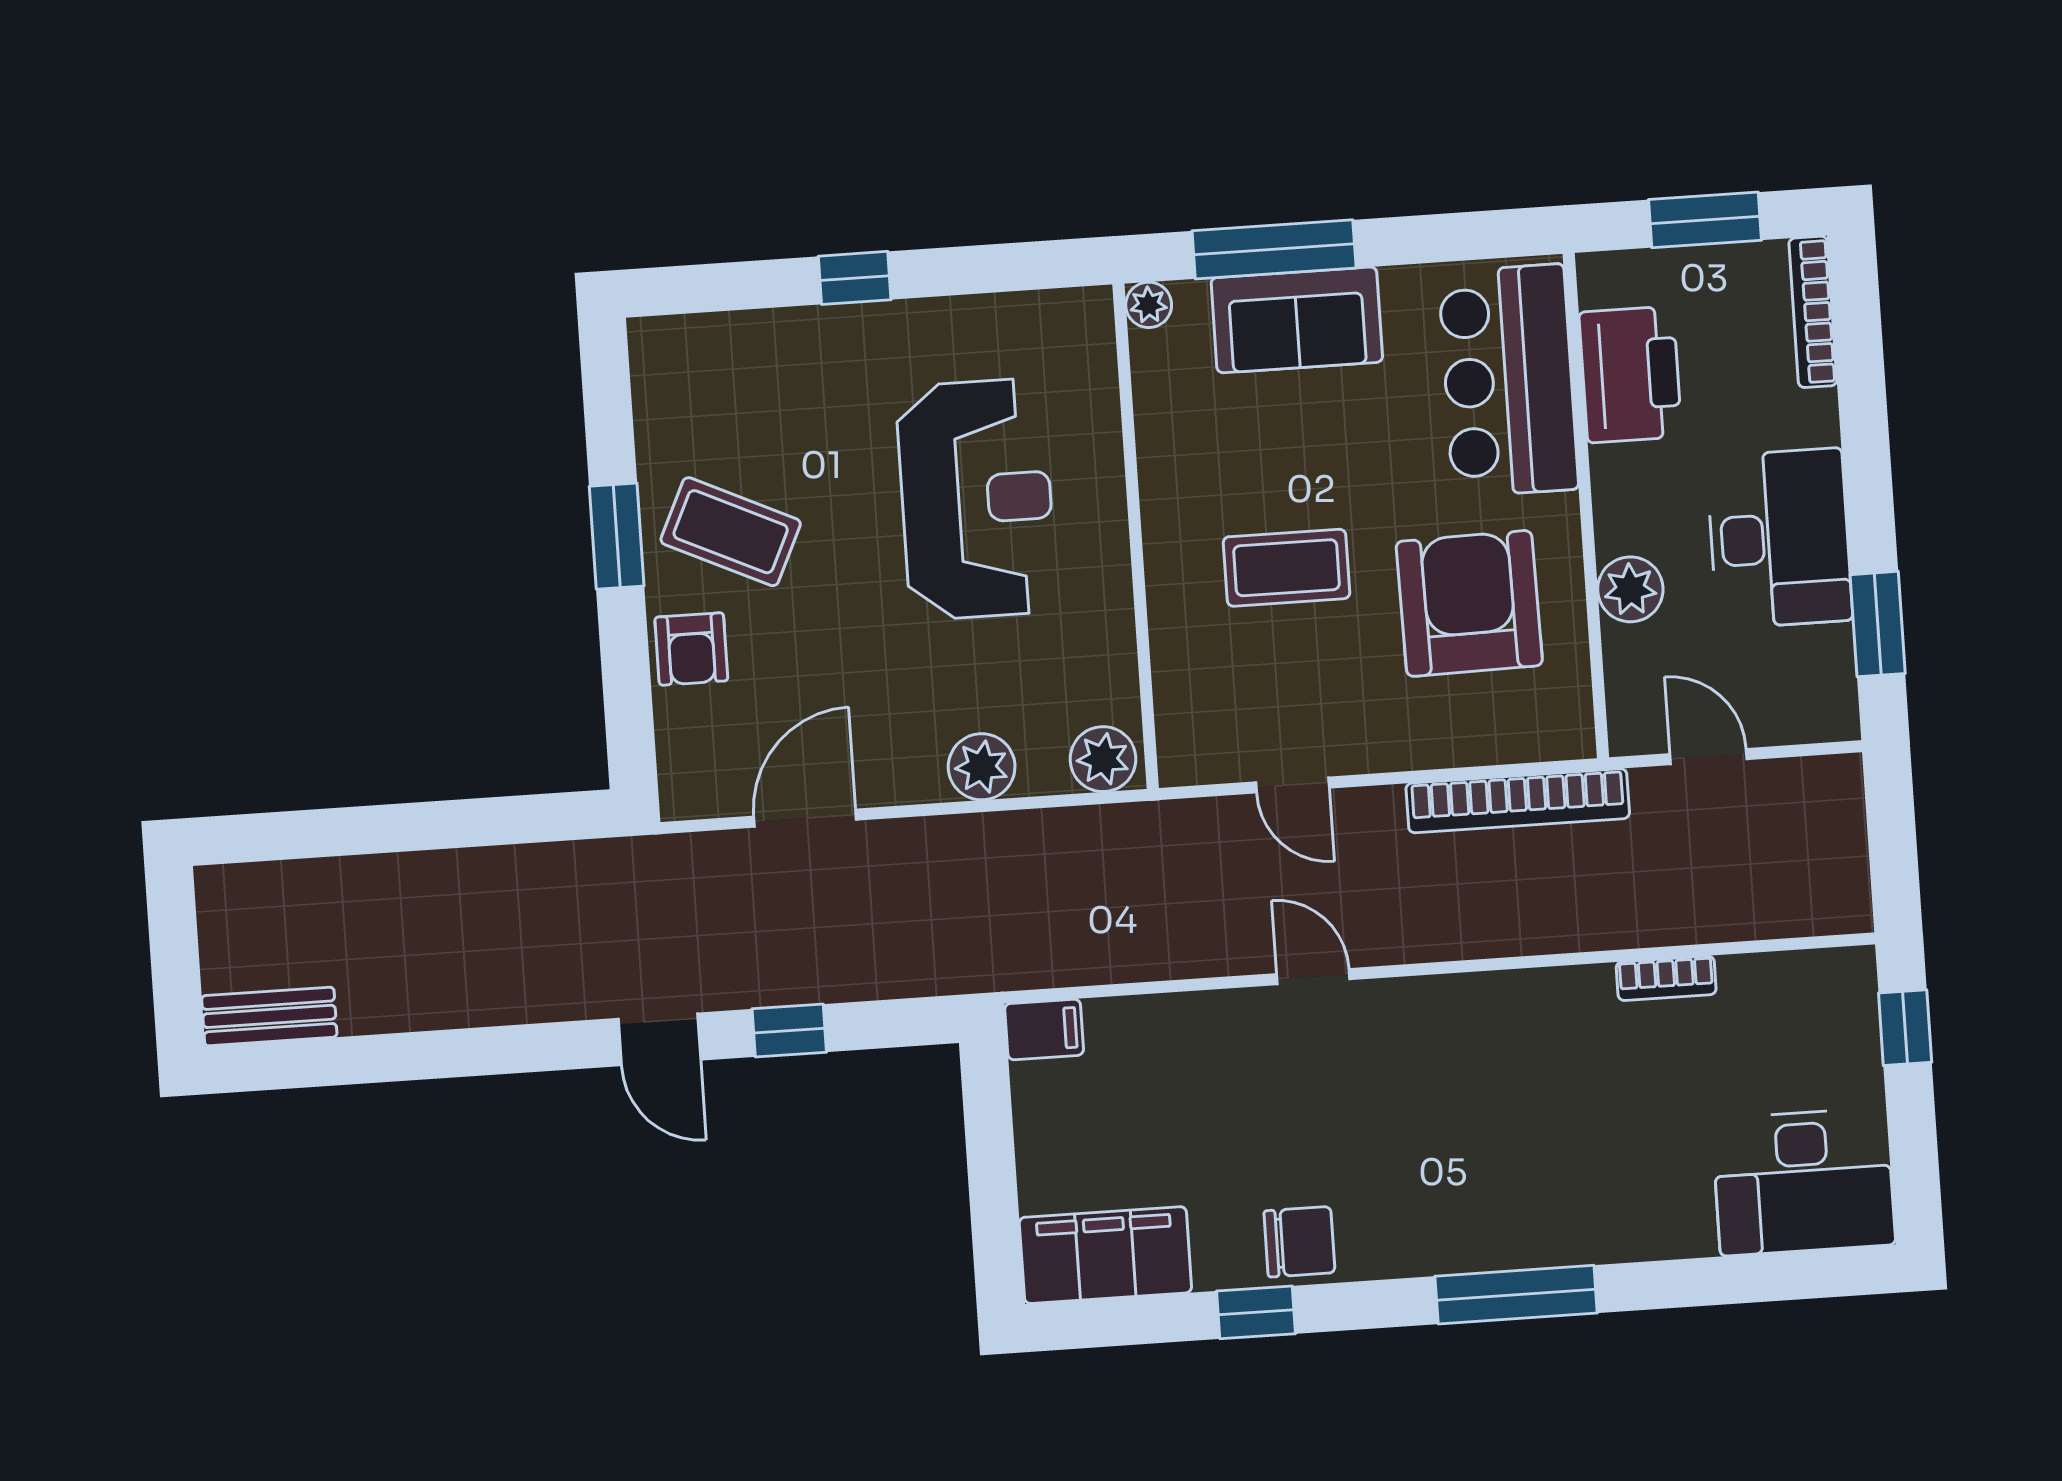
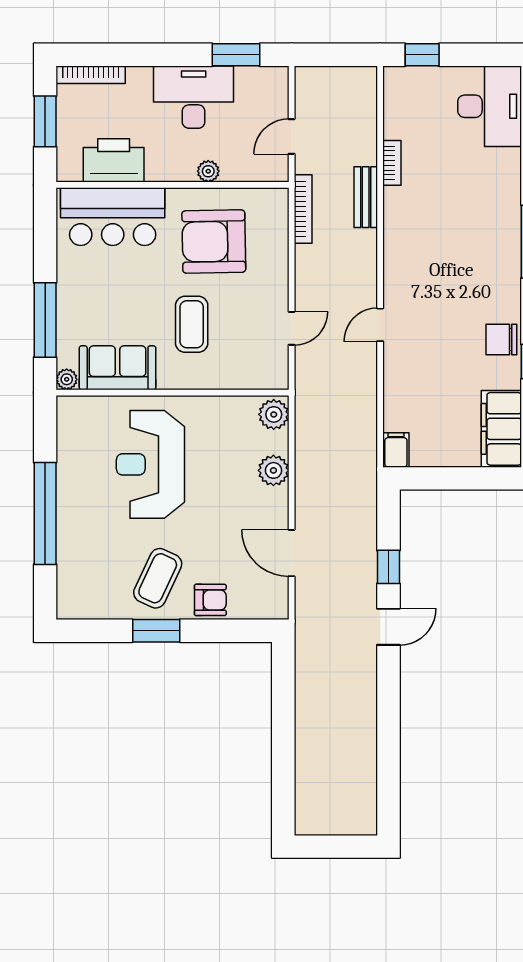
window: (855, 278) -> (45, 513), width x3.17
sofa: (1297, 320) -> (118, 368), moved, turned -90
reception desk: (977, 499) -> (150, 464), turned -90
plant: (1630, 589) -> (208, 171), width x0.73, depth x0.73
bookcase: (1518, 801) -> (303, 209), width x0.68, depth x0.76
bench: (269, 1016) -> (366, 197), moved
chair: (1299, 1242) -> (501, 339), turned -90

